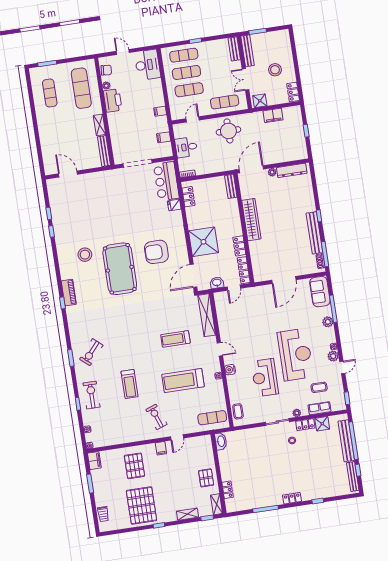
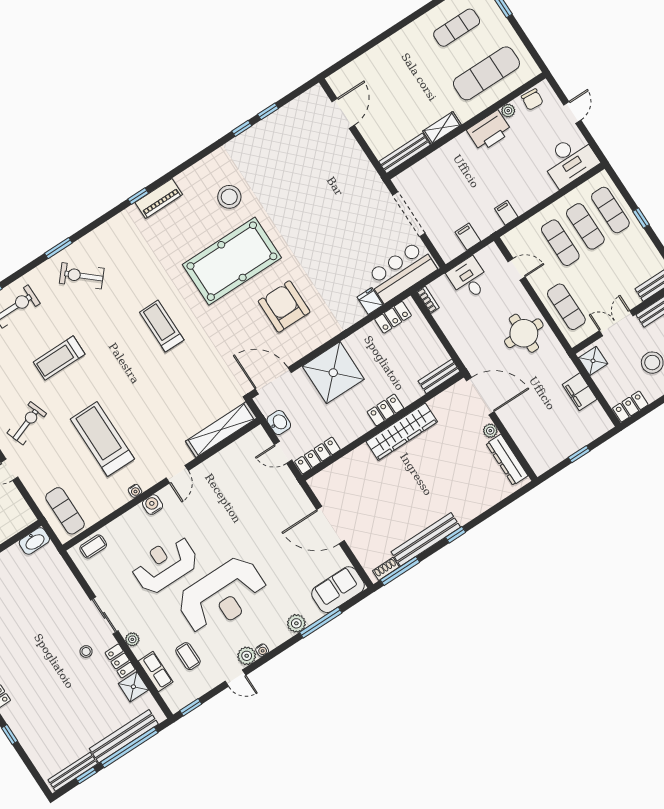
locker: (239, 246) -> (385, 410), moved
treadmill: (175, 339) -> (162, 326), moved

